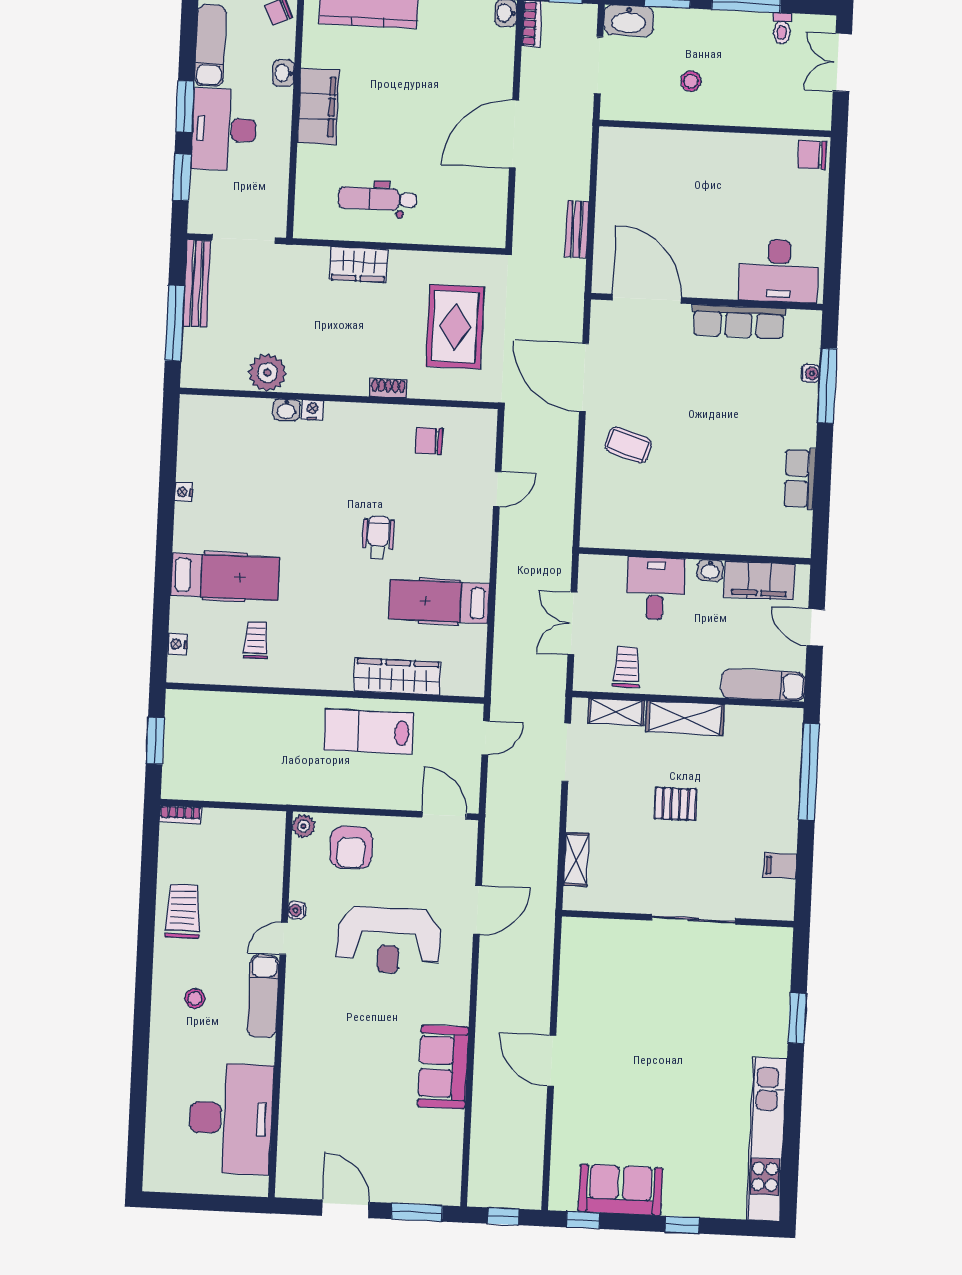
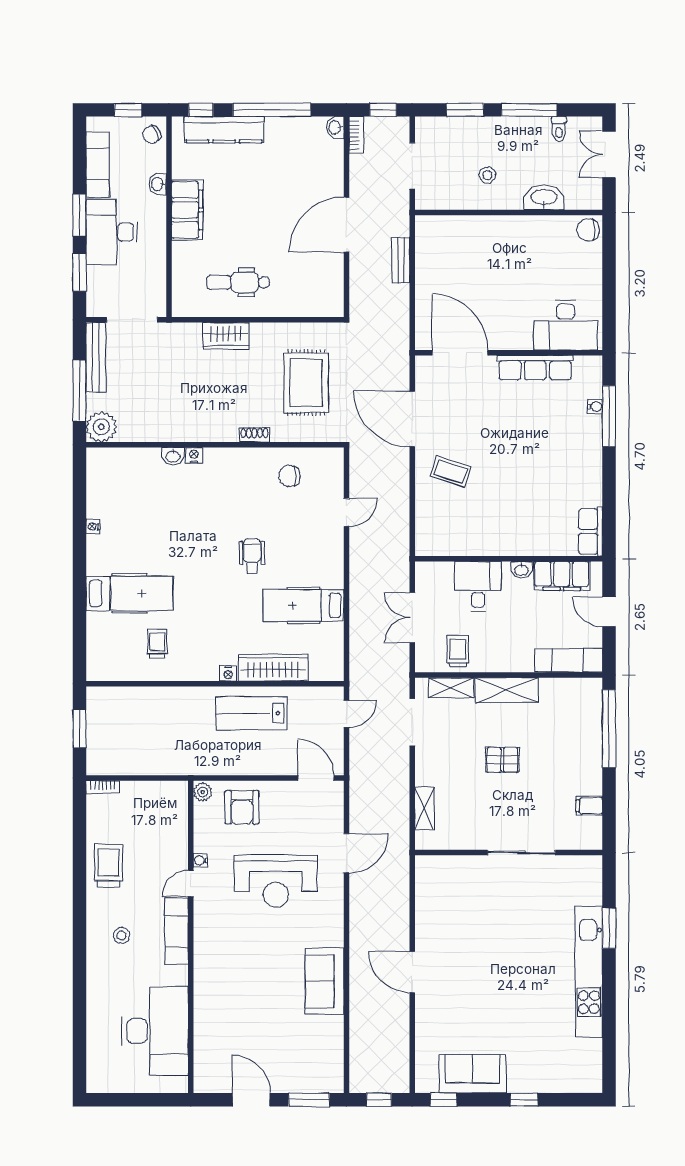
washbasin: (629, 21) -> (544, 198), moved, turned 180
bench: (577, 229) -> (401, 260), moved
plant: (267, 373) -> (101, 427), moved
row of seats: (800, 479) -> (591, 531), moved
nightstand: (177, 644) -> (228, 673), moved, turned -90
kitchen unit: (767, 1139) -> (589, 972), moved

